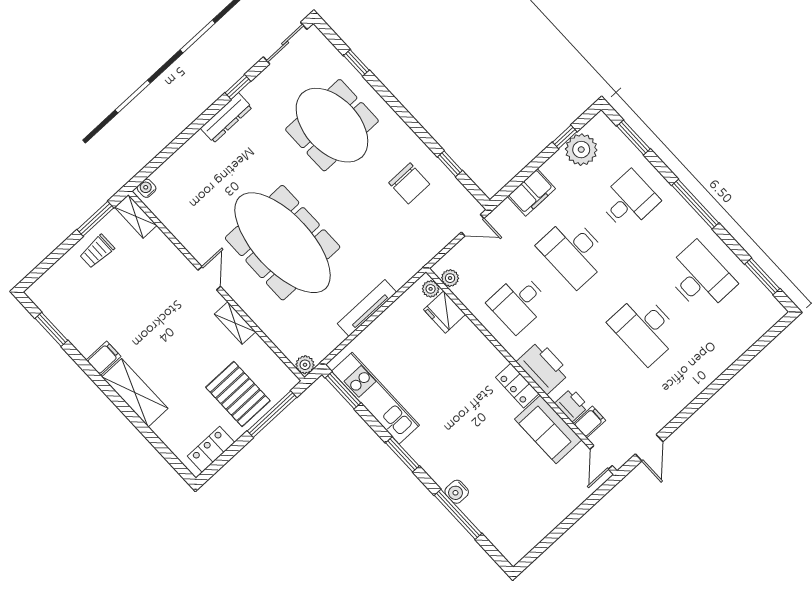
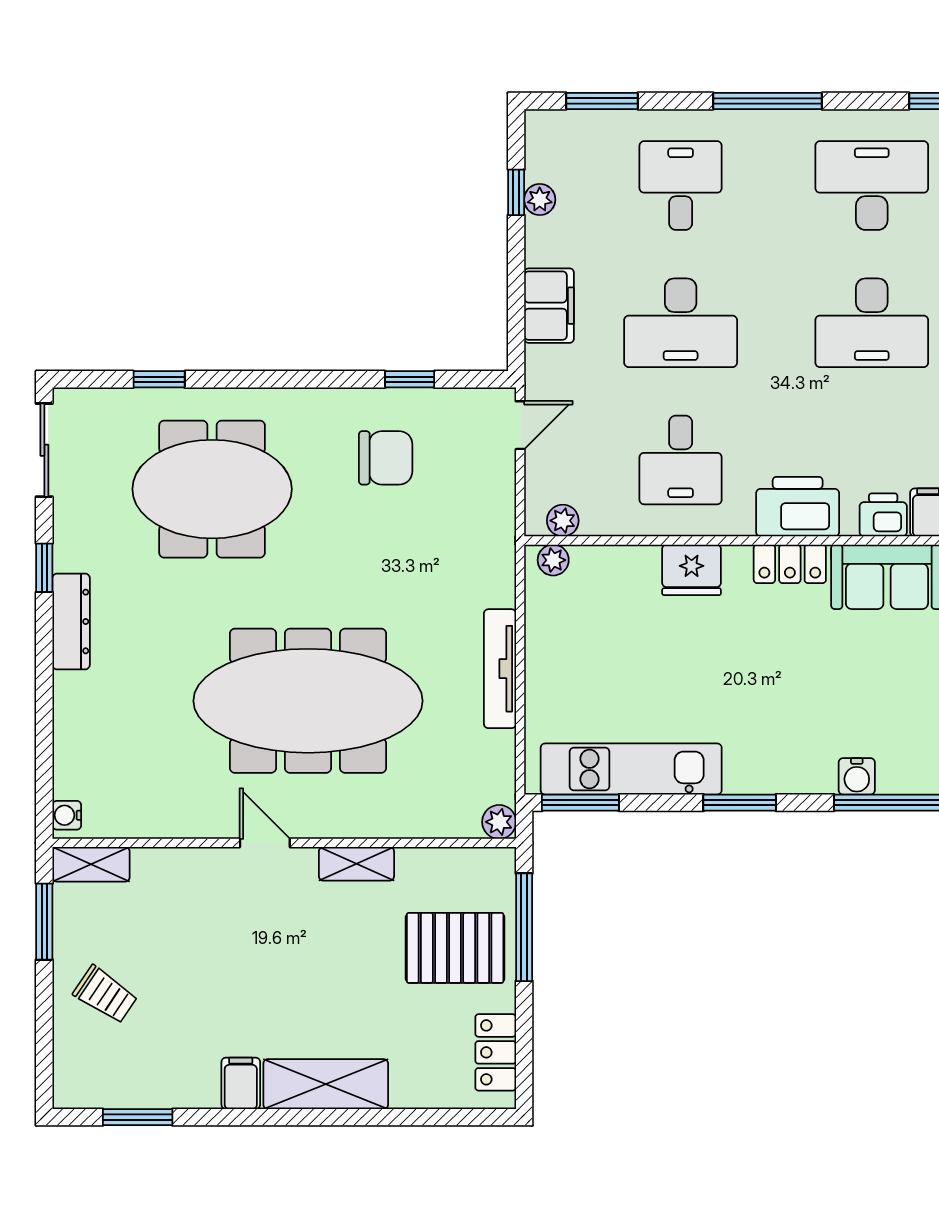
plant: (581, 150) -> (540, 200), width x0.53, depth x0.53
trolley: (97, 251) -> (105, 995), moved, turned -56
fridge: (445, 312) -> (692, 570), moved

